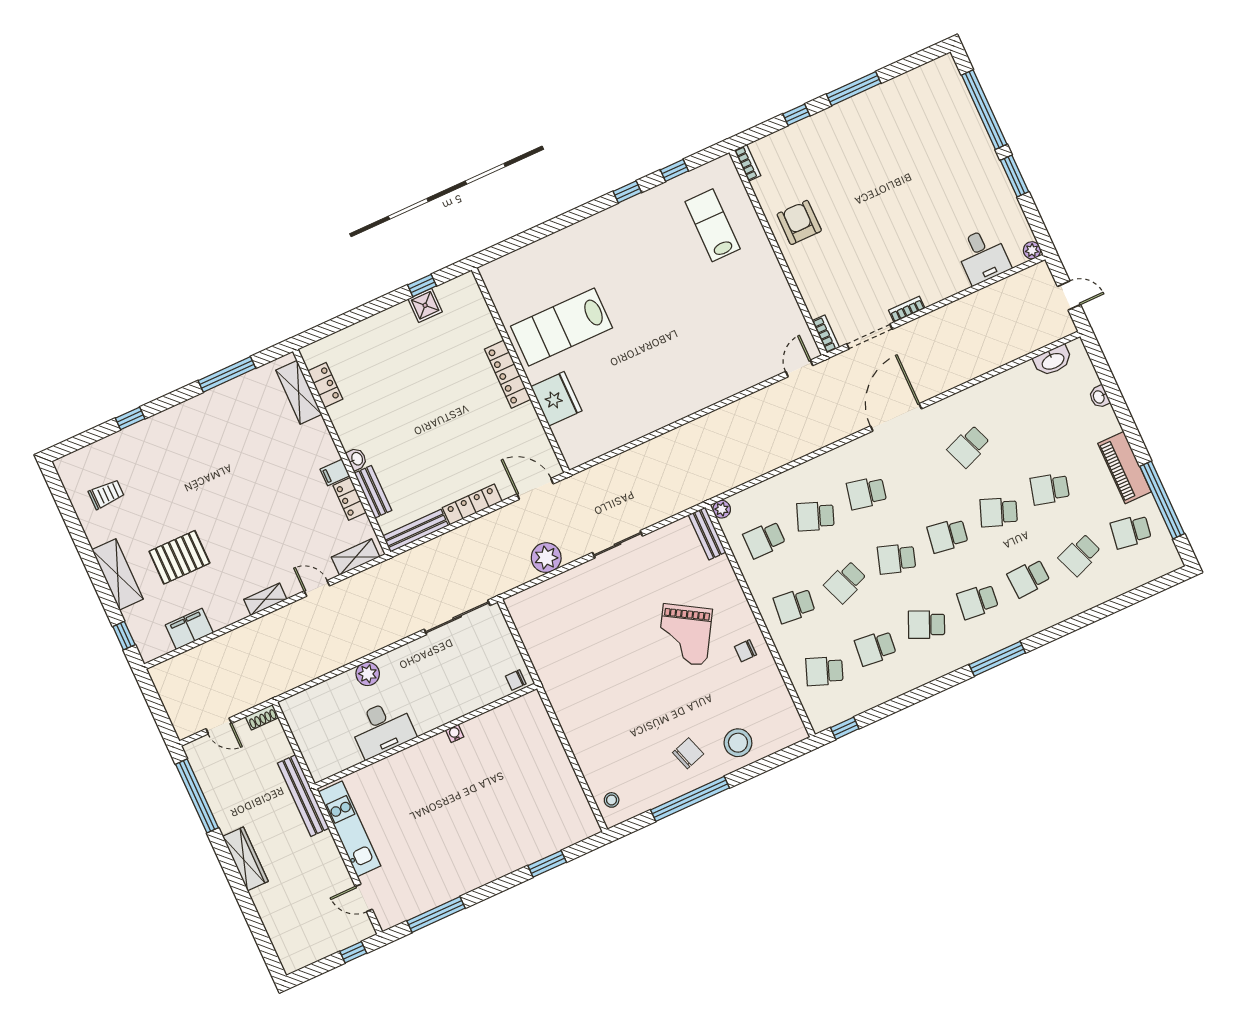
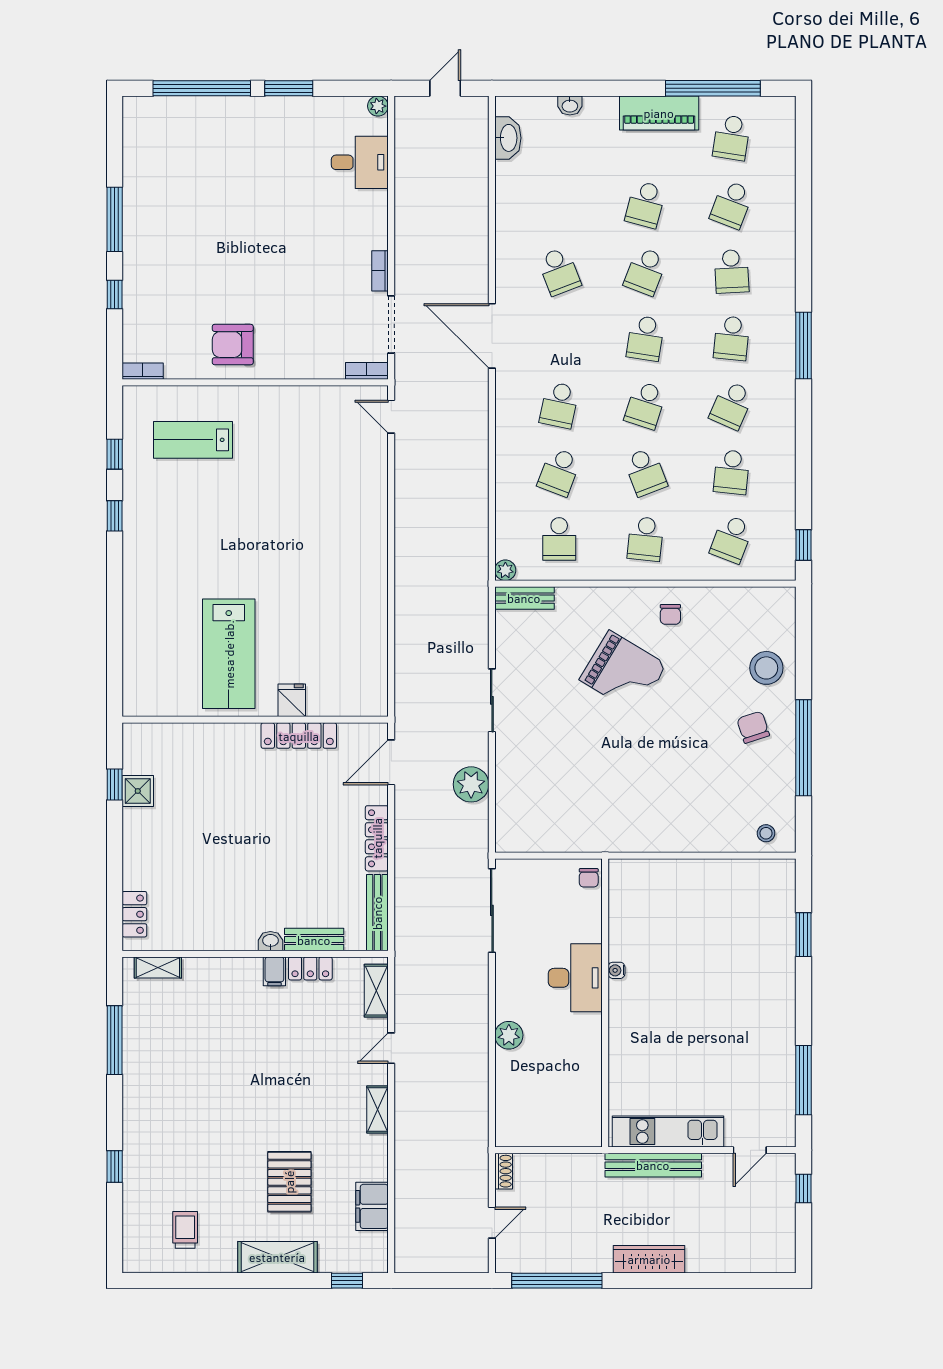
locker: (508, 374) -> (299, 736), moved
locker: (325, 385) -> (134, 914), moved, turned 90
shelving: (299, 392) -> (158, 967), width x0.67, depth x0.75
fridge: (556, 399) -> (292, 700), width x0.53, depth x0.75
school desk: (1080, 555) -> (732, 204), turned 42
desk: (382, 728) -> (575, 978), moved
bench: (303, 796) -> (653, 1165), moved

